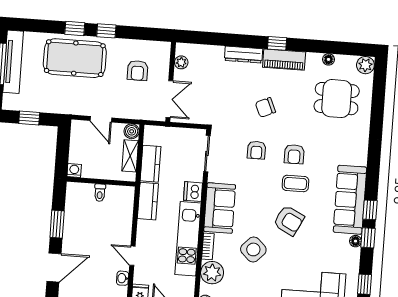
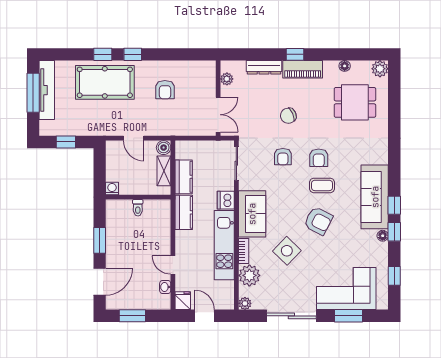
plant: (181, 62) -> (227, 79), moved
wall: (171, 82) -> (218, 98), moved
double door: (169, 99) -> (218, 115), moved

